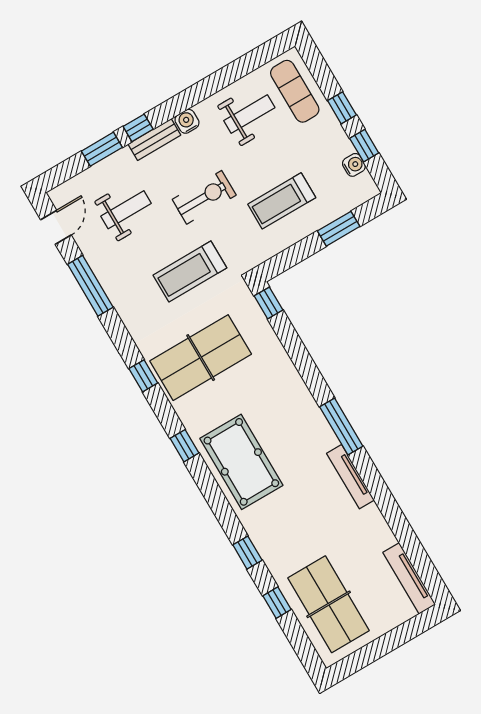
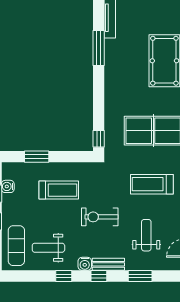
window: (206, 88) -> (64, 276), added
window: (138, 128) -> (99, 276), moved
weight bench: (126, 210) -> (146, 235), turned 90
treadmill: (190, 271) -> (152, 184), moved, turned 180

